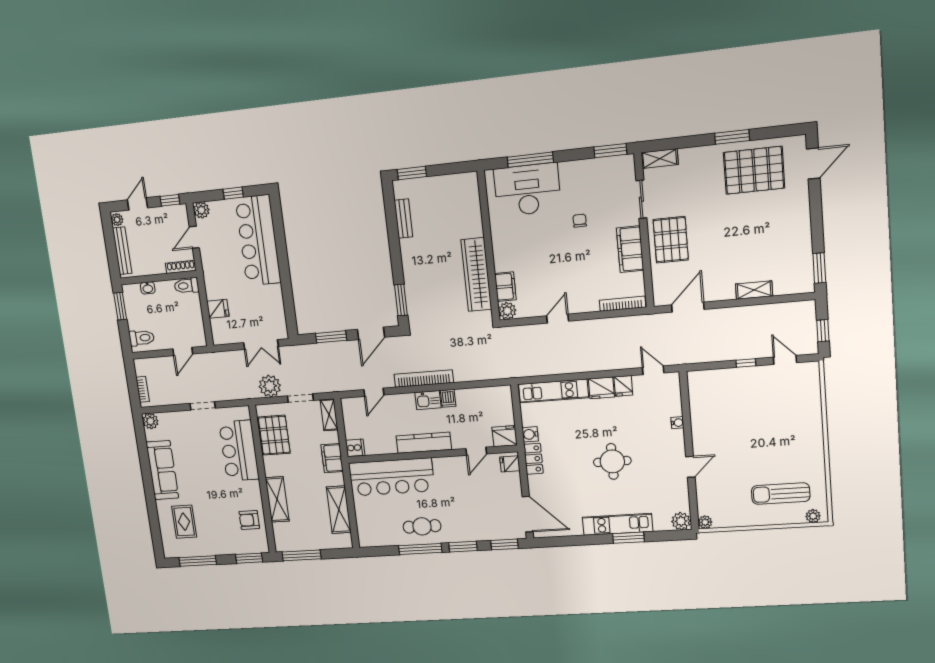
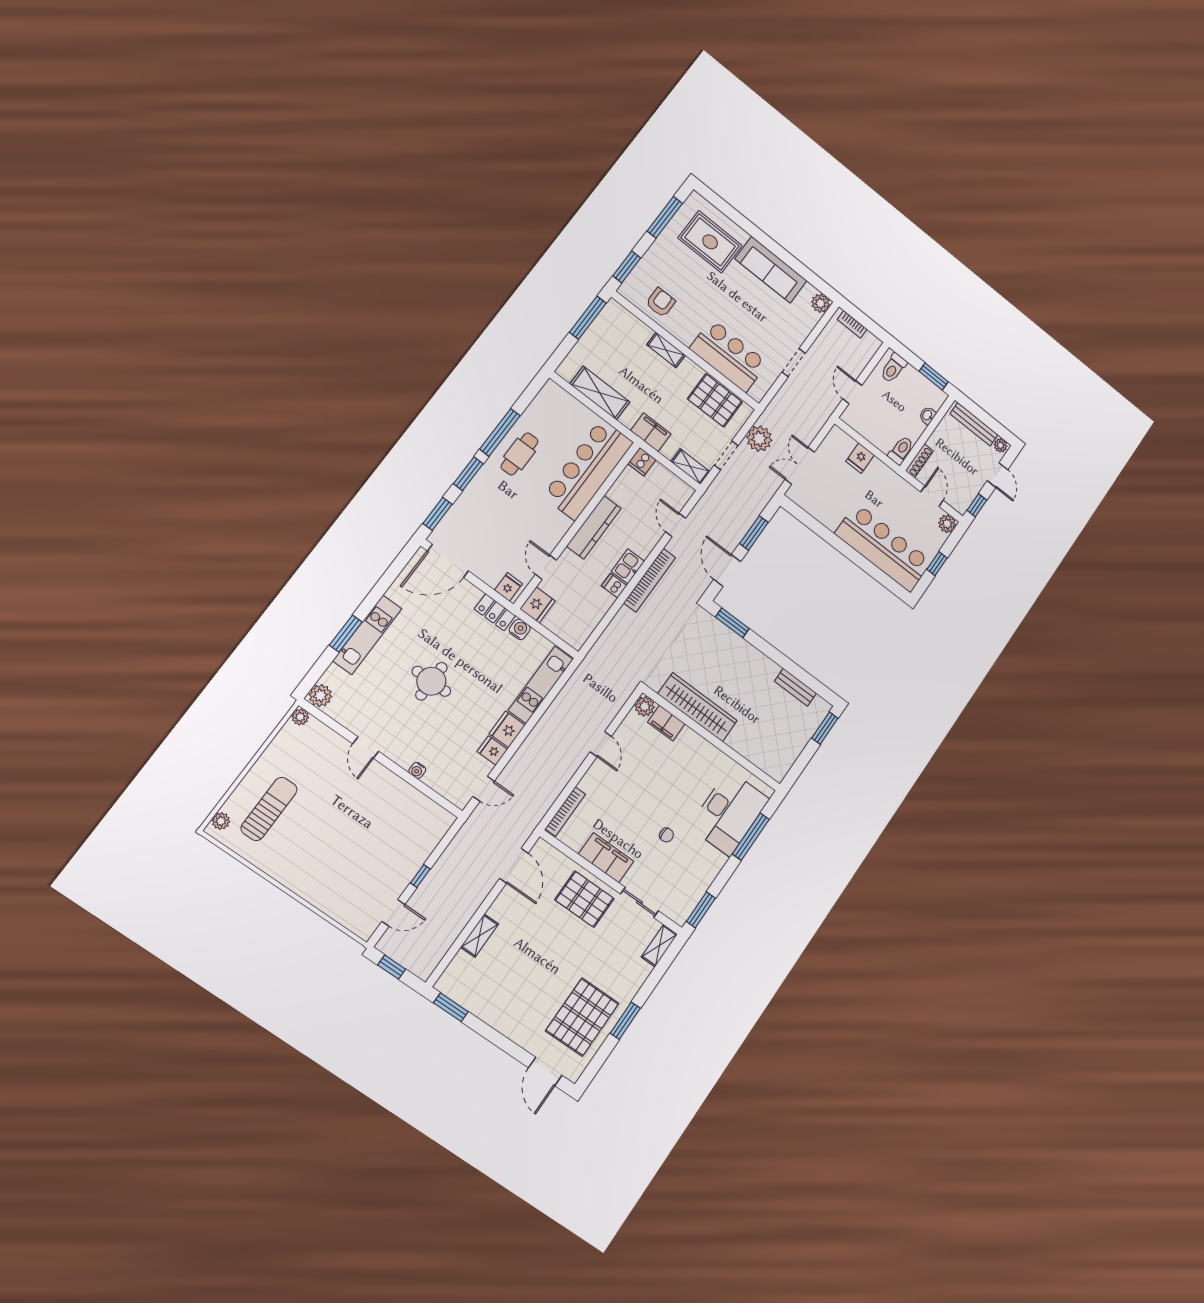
shelving: (277, 499) -> (666, 350), width x0.67, depth x0.75
rug: (184, 522) -> (710, 242), width x1.36, depth x1.43

